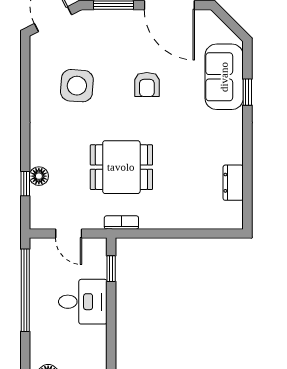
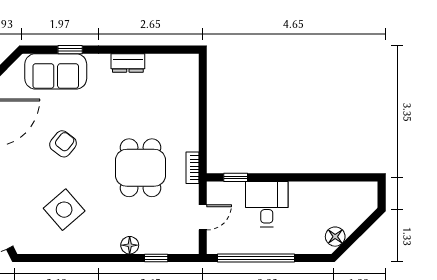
armchair: (147, 85) -> (63, 144), turned -52
side table: (77, 86) -> (64, 210), turned 45
floor lamp: (39, 176) -> (130, 245), moved
dresser: (233, 183) -> (128, 63), moved

